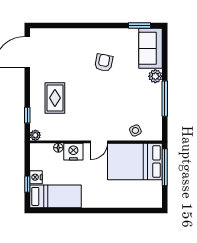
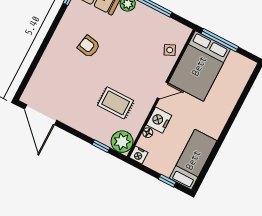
rug: (55, 98) -> (116, 103), moved
plant: (35, 135) -> (122, 142), width x1.87, depth x1.87
door: (99, 142) -> (163, 90), hinge flipped
nightstand: (36, 177) -> (139, 155), moved

